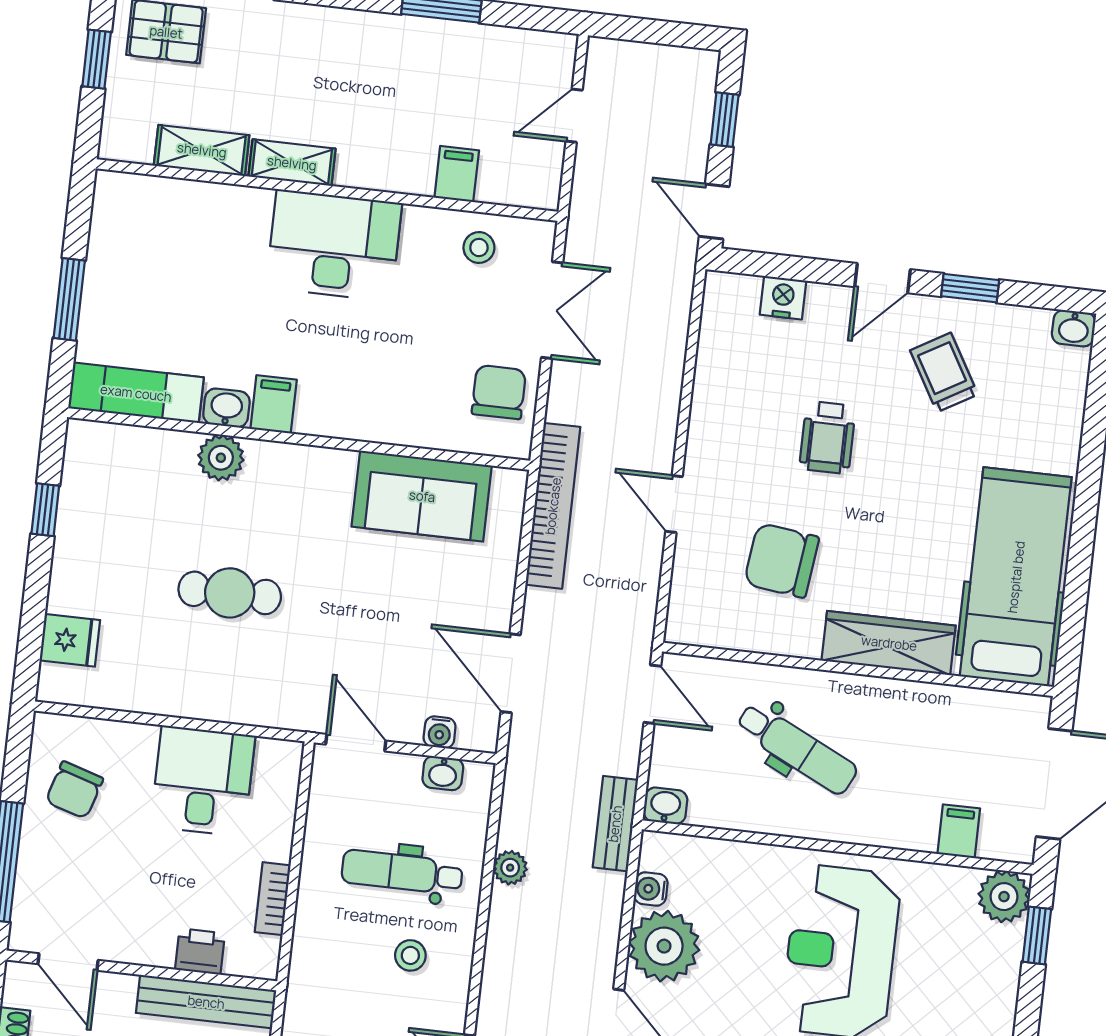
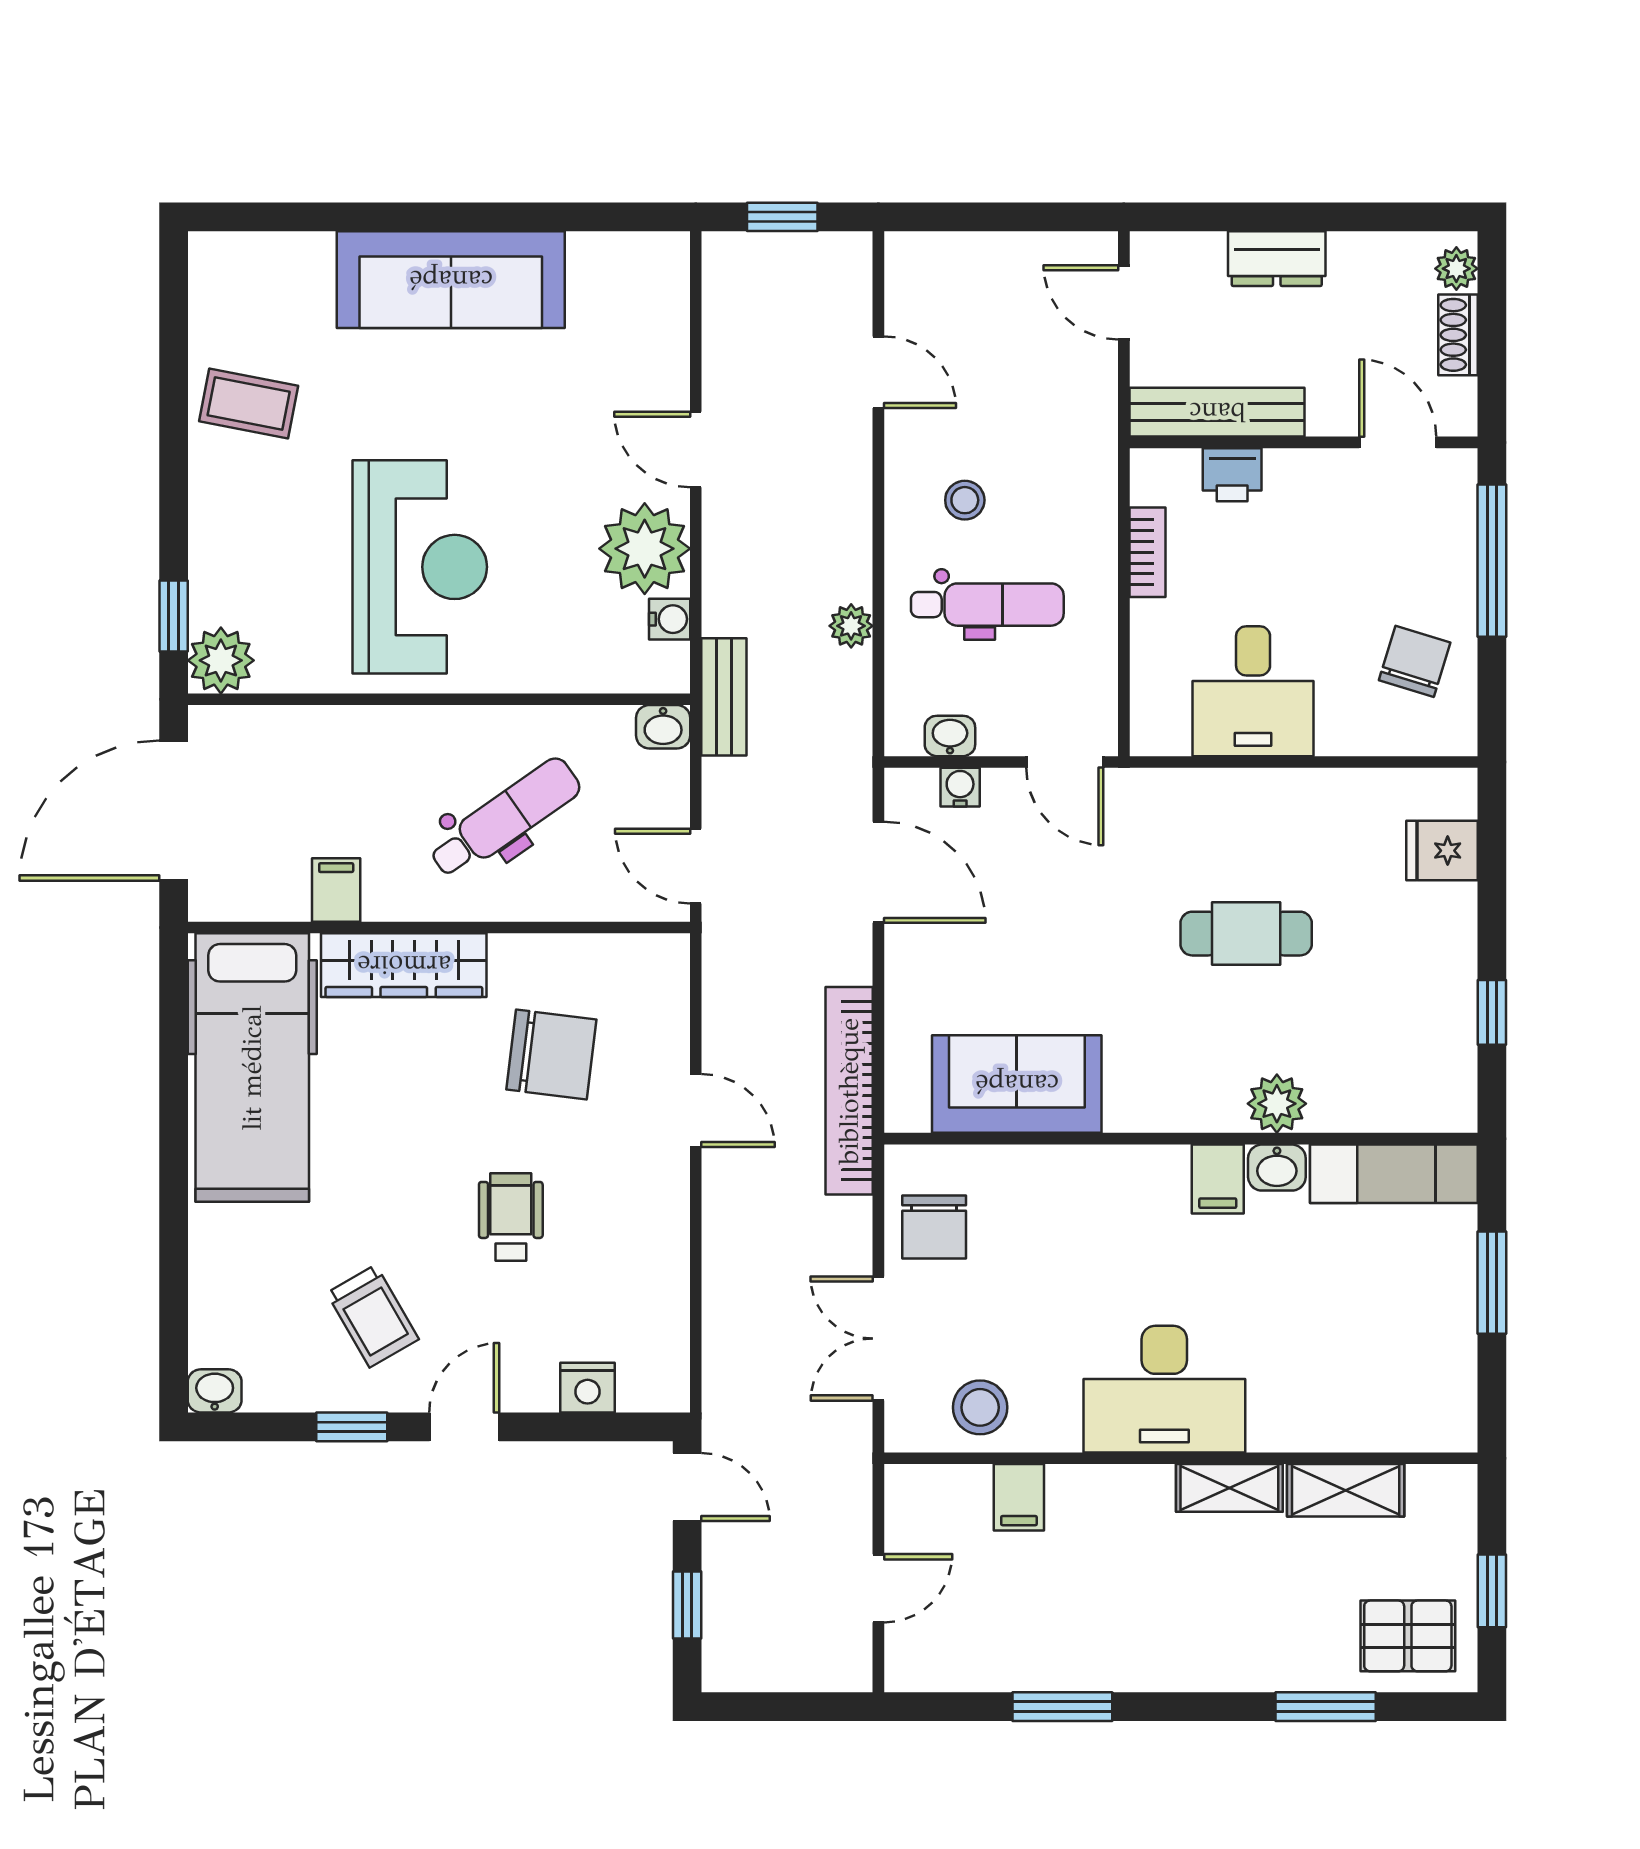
stool: (479, 247) -> (980, 1407), width x1.37, depth x1.37
dental chair: (797, 749) -> (505, 818), turned 119
filing cabinet: (959, 831) -> (336, 890), moved, turned 180

